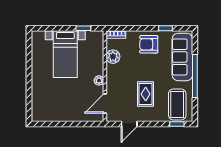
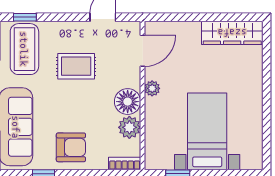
floor lamp: (114, 72) -> (128, 102), added
rug: (146, 94) -> (76, 66), turned 90
wardrobe: (50, 114) -> (232, 33), added

